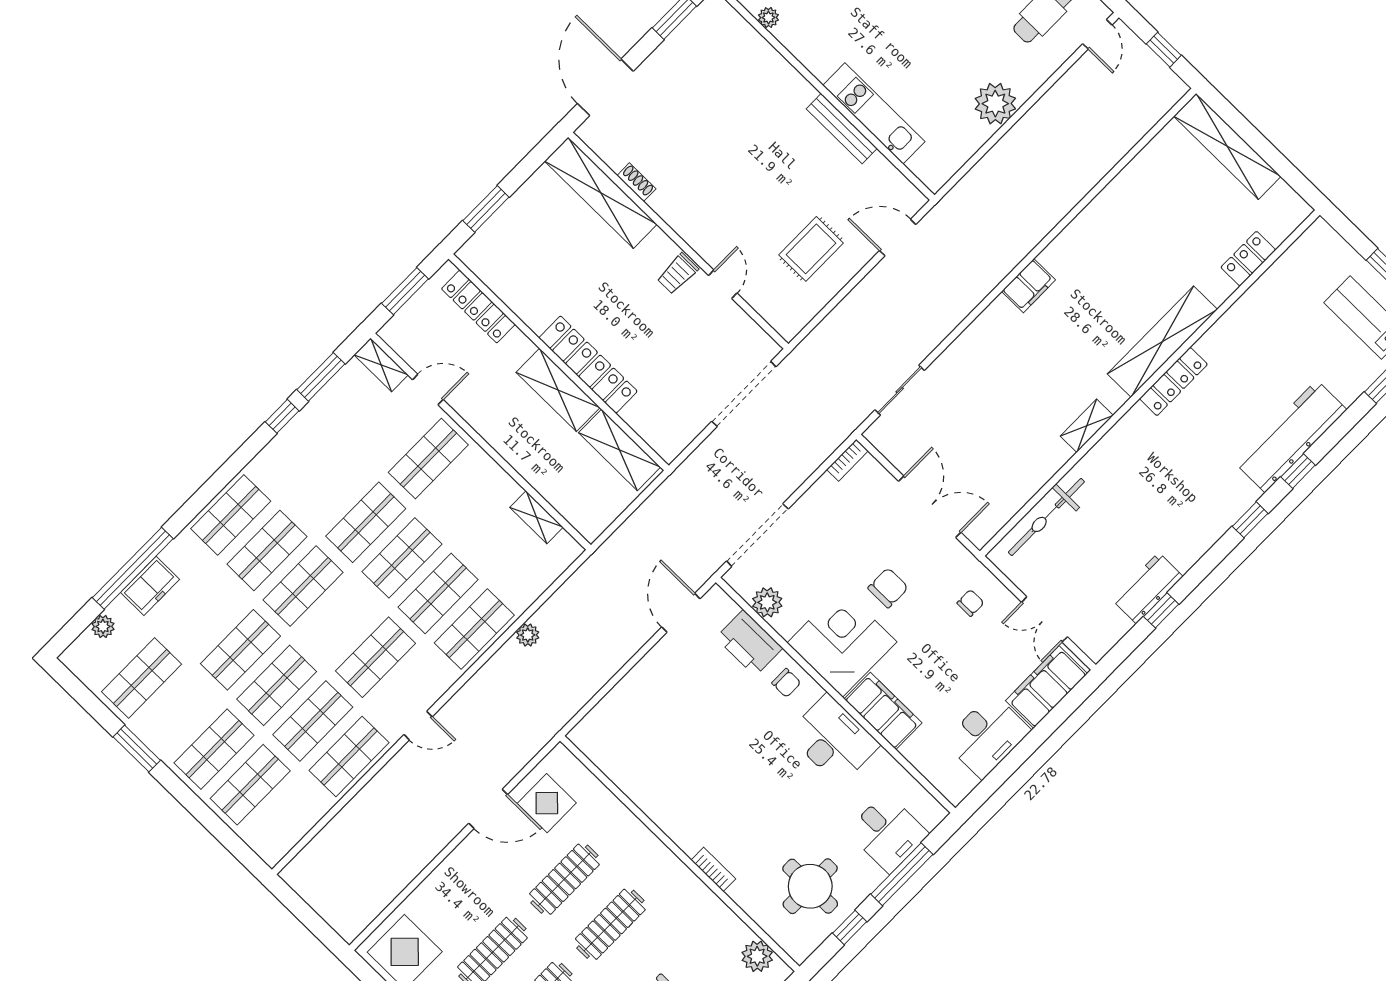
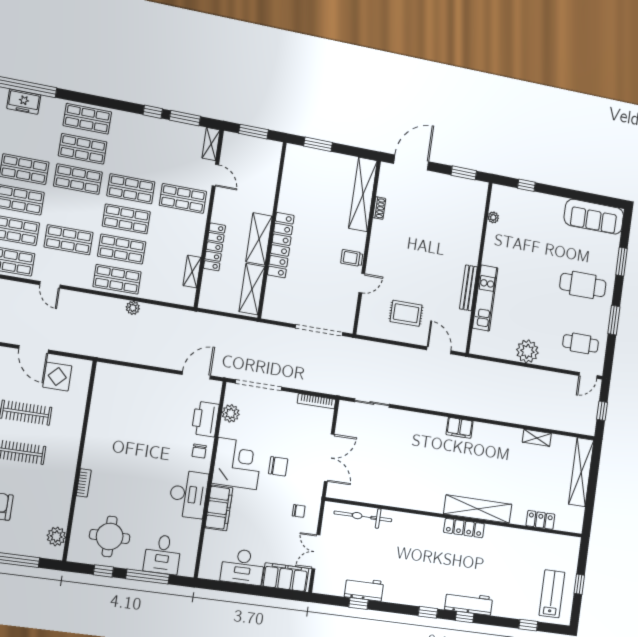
locker: (478, 307) -> (214, 247), moved, turned 180
shelving: (1087, 426) -> (537, 438), moved
workbench: (1291, 436) -> (469, 603), width x0.73, depth x0.76
bookcase: (847, 460) -> (317, 401), width x1.56

